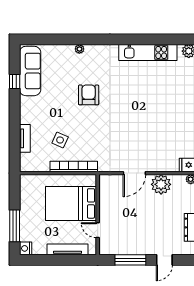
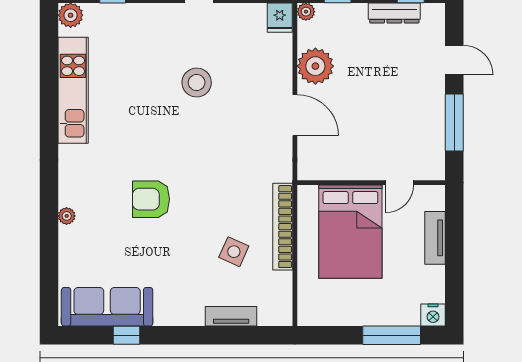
stool: (152, 120) -> (197, 83), added
tv unit: (67, 249) -> (435, 238), width x0.71

